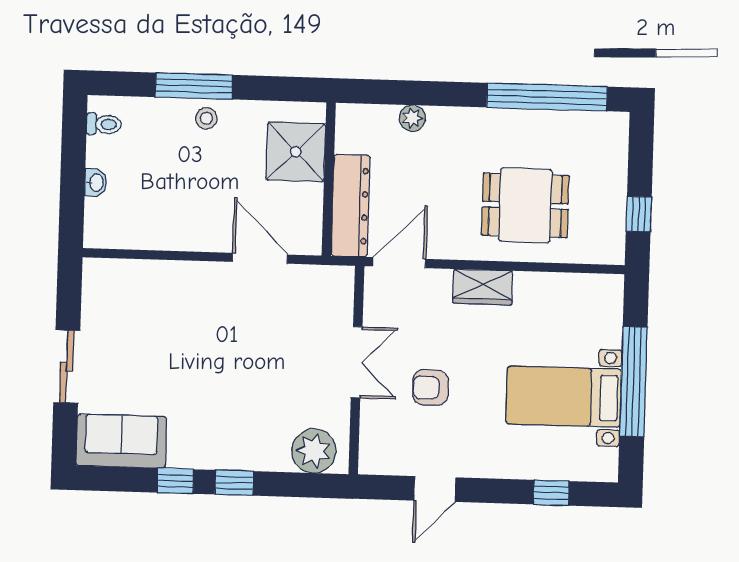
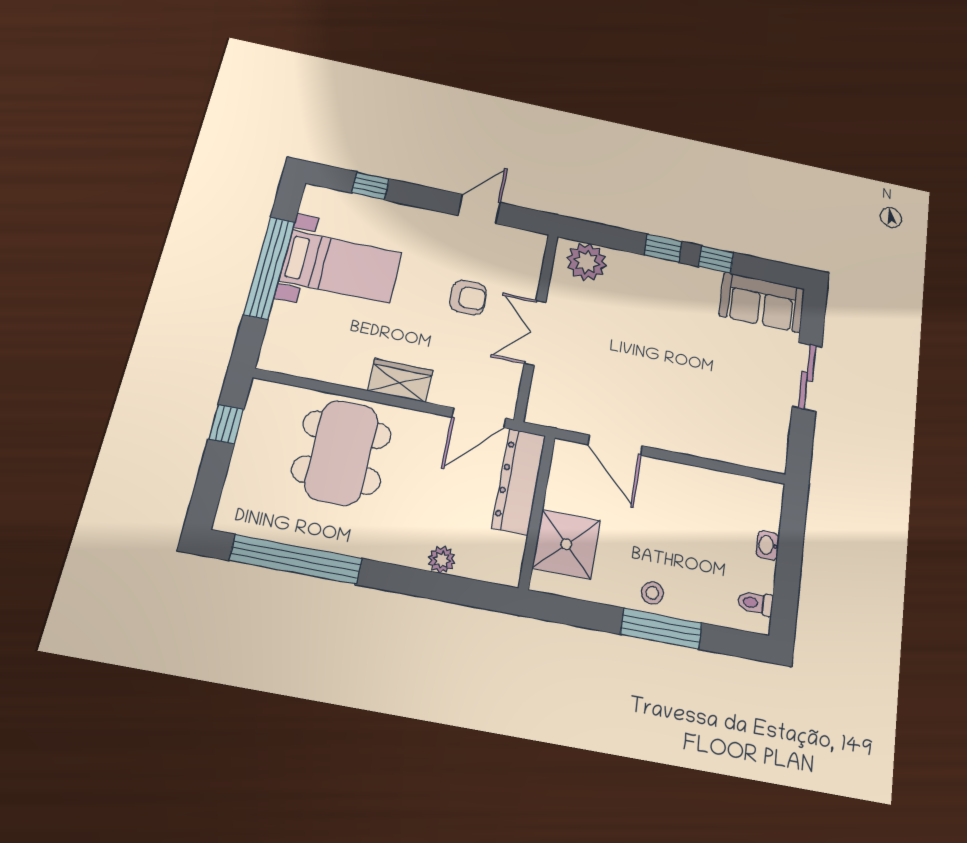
dining table: (525, 205) -> (342, 452), width x1.38

